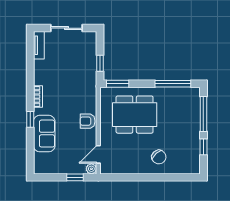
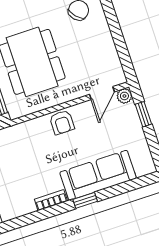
sofa: (44, 134) -> (98, 175), width x1.36
door: (98, 154) -> (102, 93), hinge flipped

